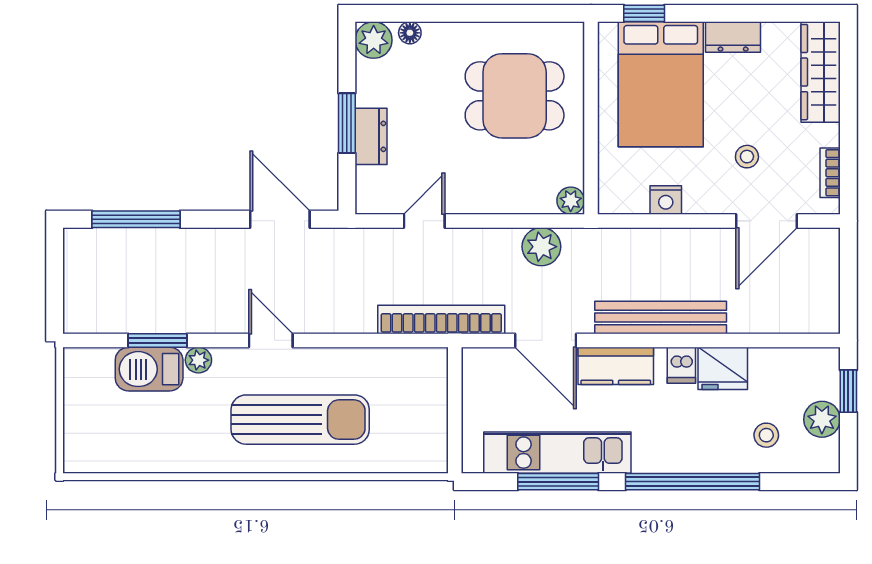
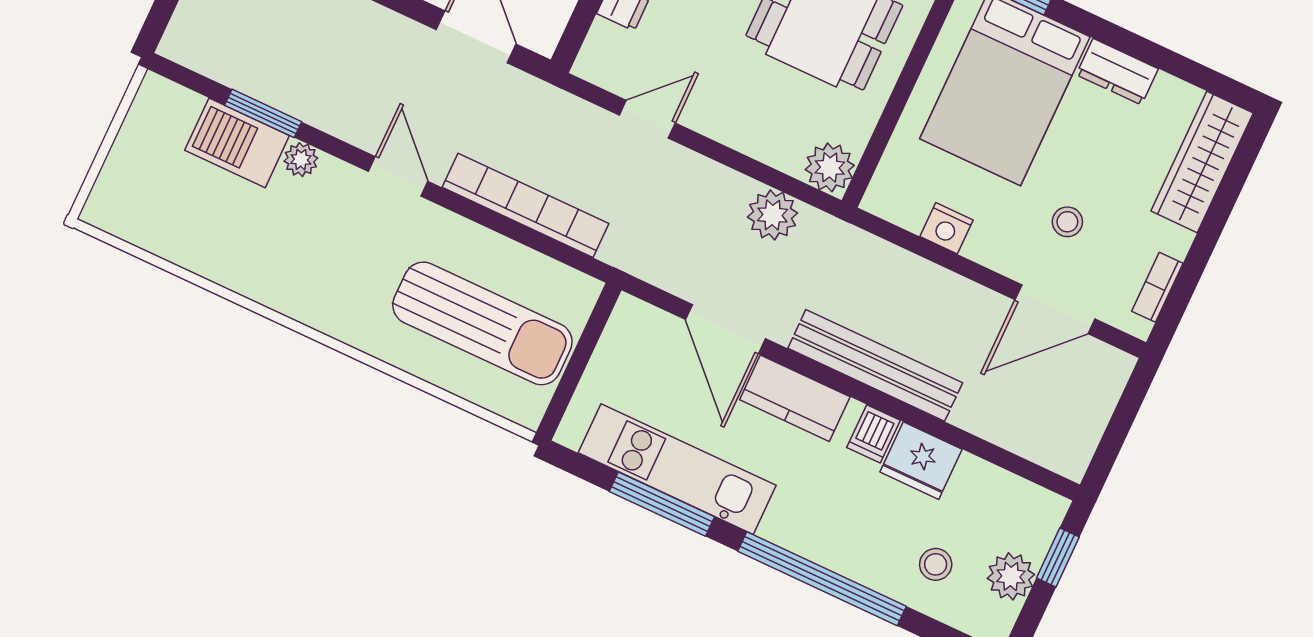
plant: (571, 201) -> (830, 167), width x1.38, depth x1.38
bookcase: (441, 319) -> (525, 205), moved
sun lounger: (300, 420) -> (482, 323), moved

